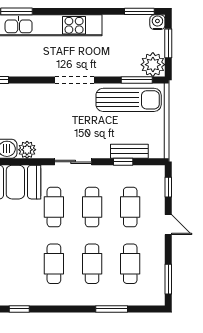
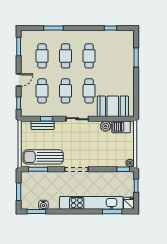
water cooler: (157, 22) -> (43, 205), moved
plant: (153, 65) -> (28, 179), removed
door: (168, 225) -> (19, 80), swing flipped

